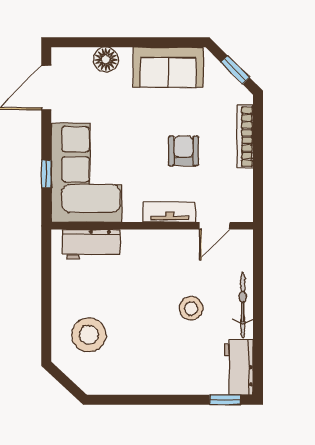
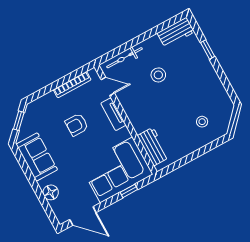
bookcase: (245, 137) -> (72, 85), moved
bicycle: (243, 305) -> (125, 58), moved
stool: (89, 335) -> (202, 122), width x0.53, depth x0.53
window: (225, 400) -> (208, 50), moved

